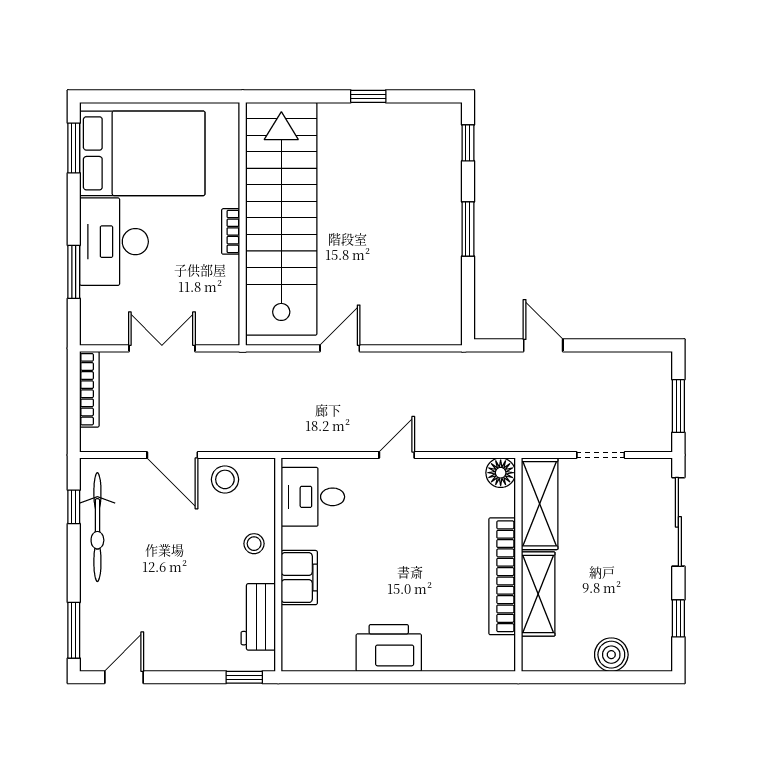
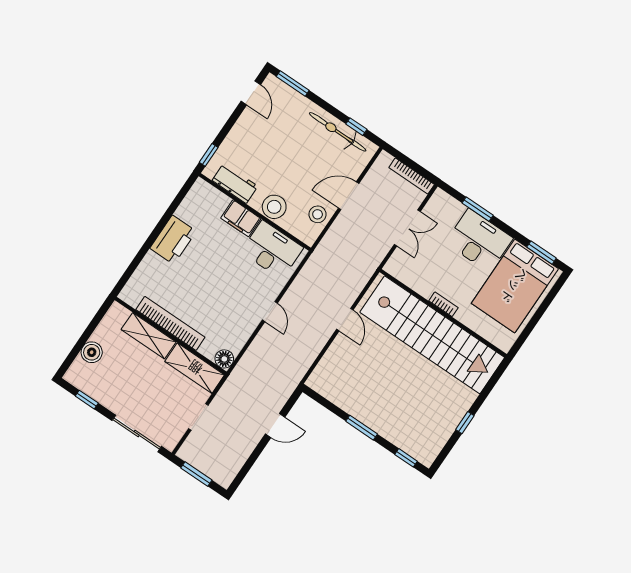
desk: (313, 497) -> (272, 250), width x1.37
stool: (254, 544) -> (274, 207), width x1.89, depth x1.89

